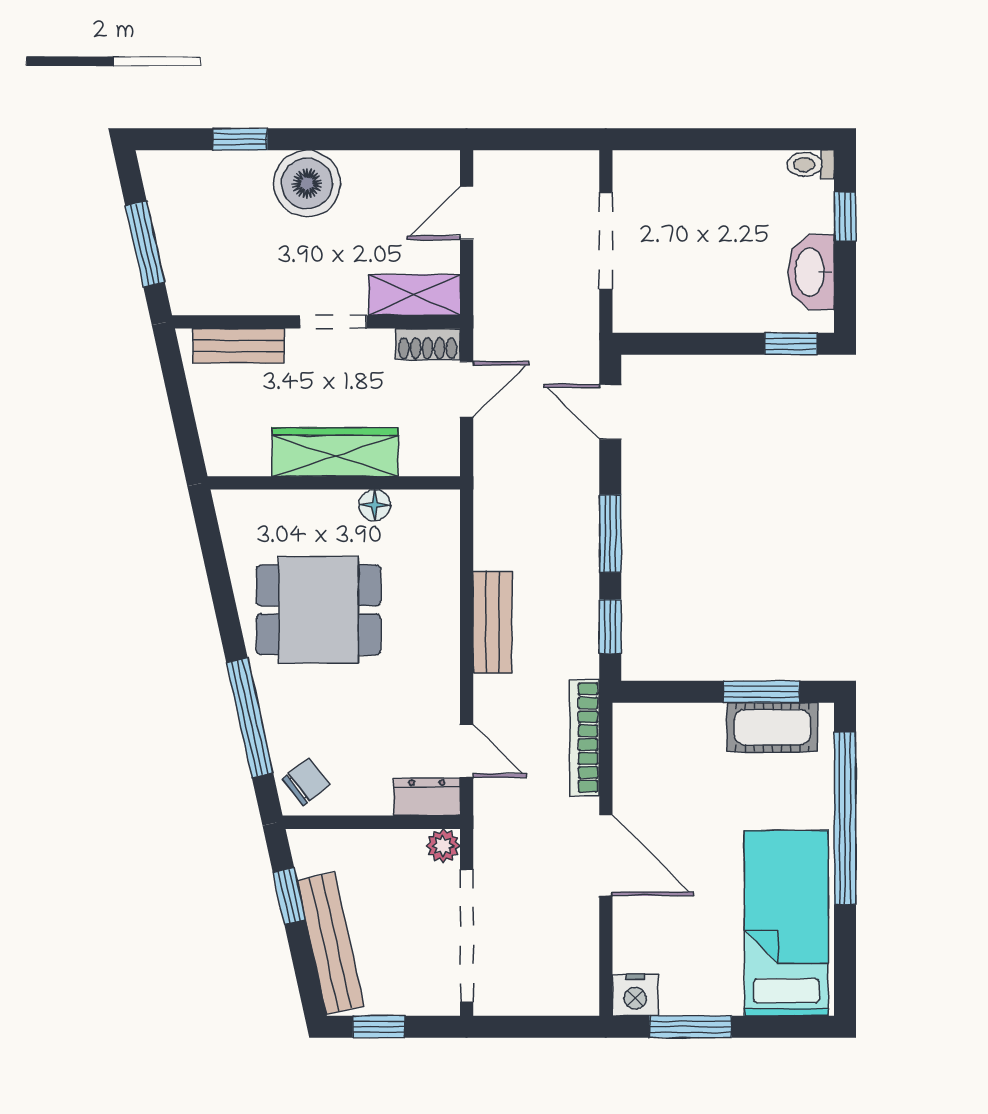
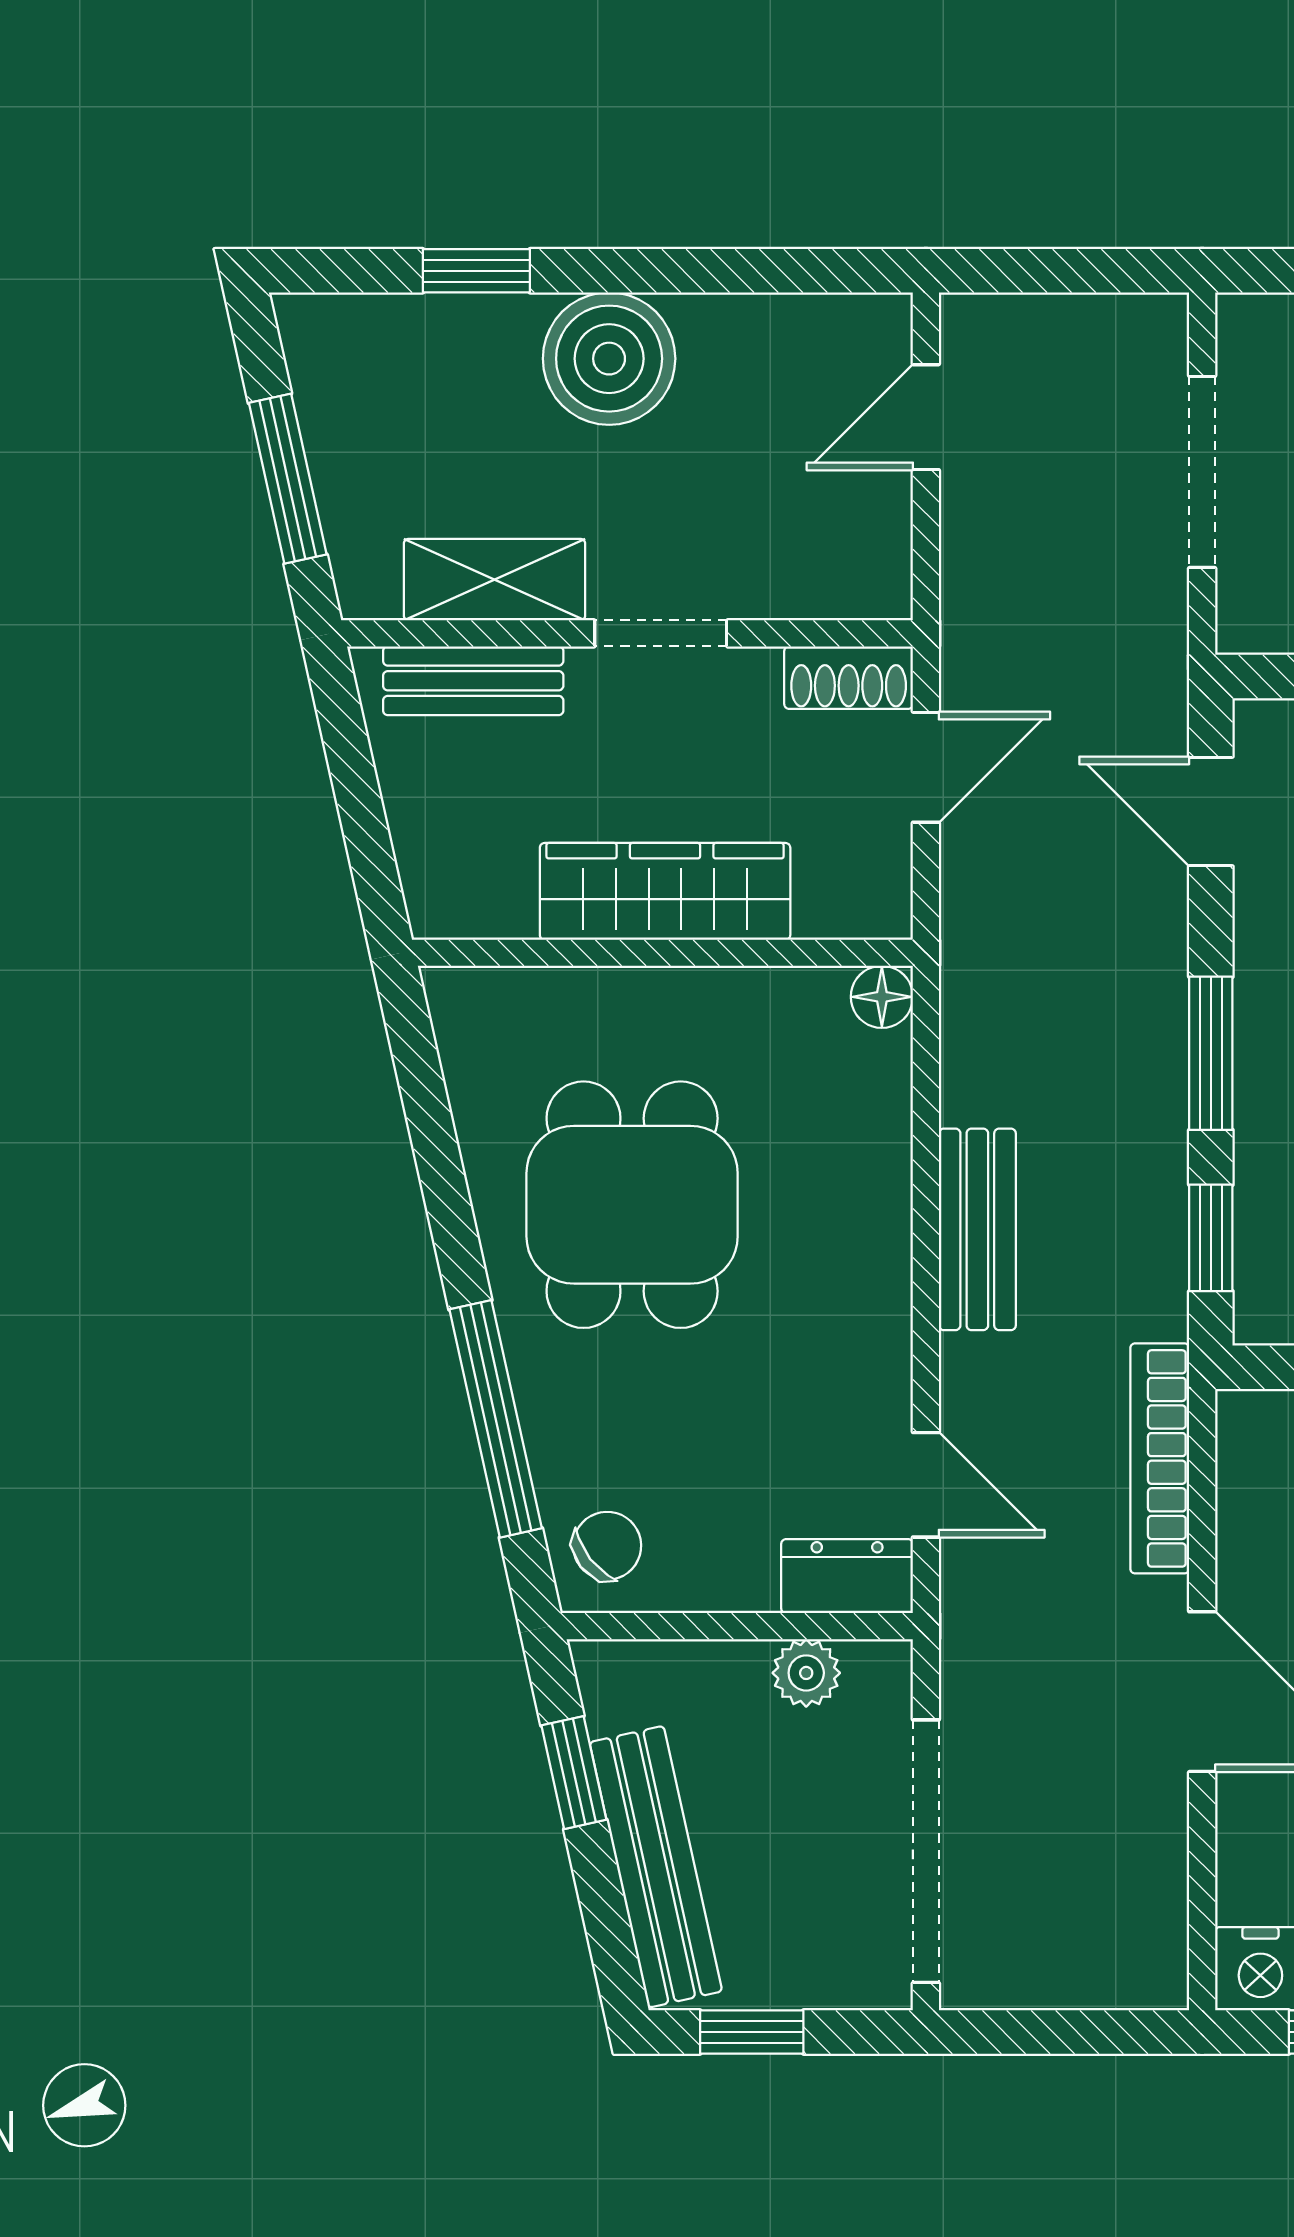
shelving: (414, 295) -> (495, 580), moved
floor lamp: (375, 505) -> (882, 997), moved
dining table: (319, 610) -> (632, 1205), turned 90
plant: (443, 846) -> (806, 1673), moved

